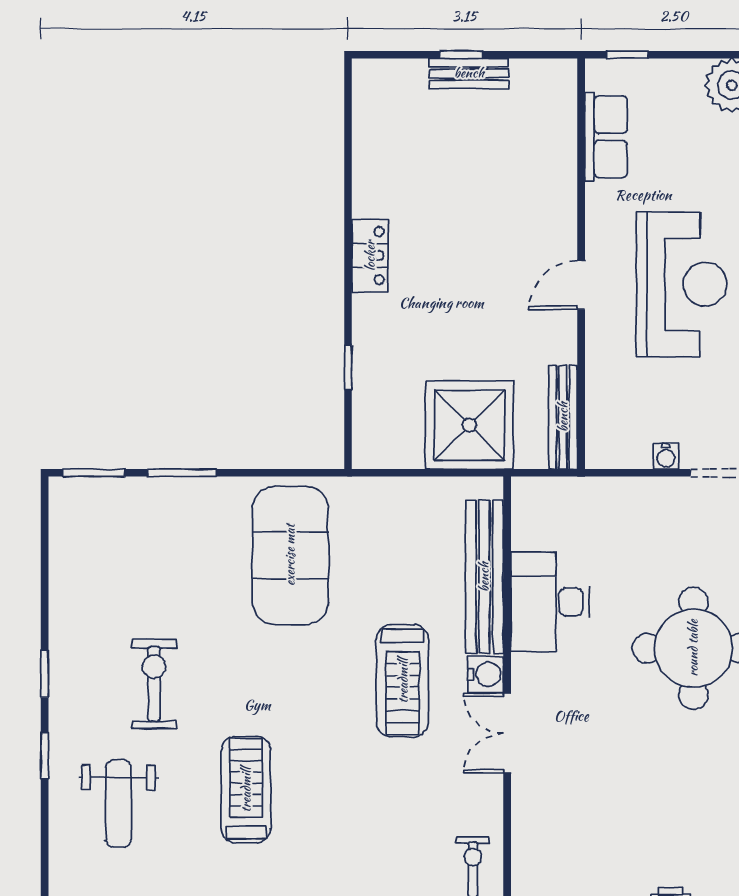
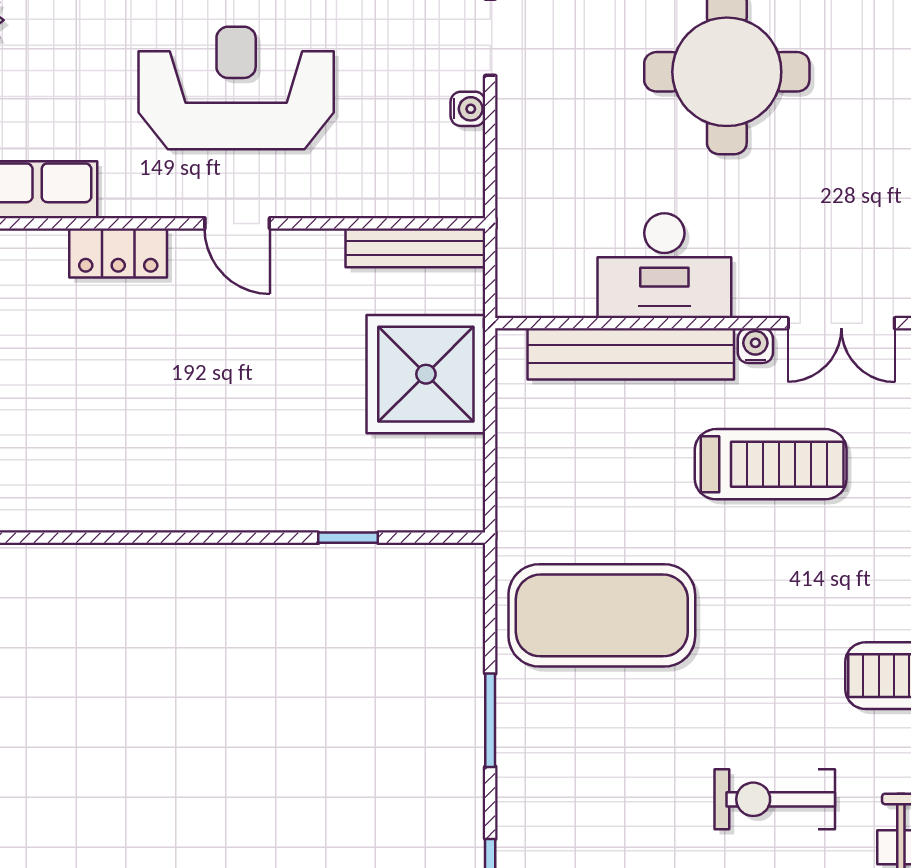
locker: (370, 256) -> (118, 253), moved, turned 180
window: (182, 473) -> (490, 720), moved
water cooler: (485, 674) -> (755, 346), width x0.72, depth x0.72

